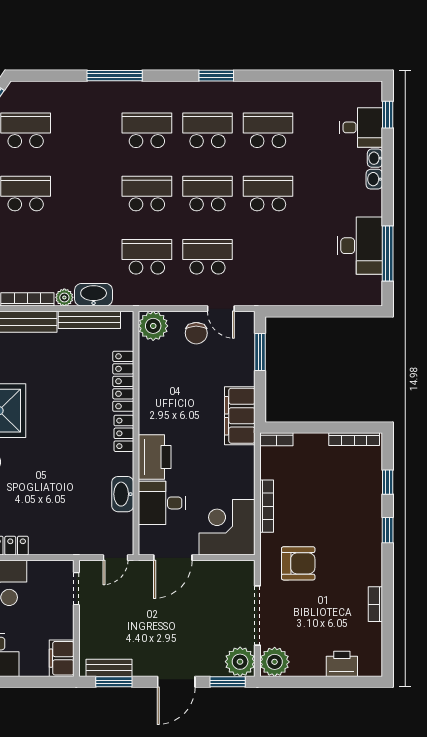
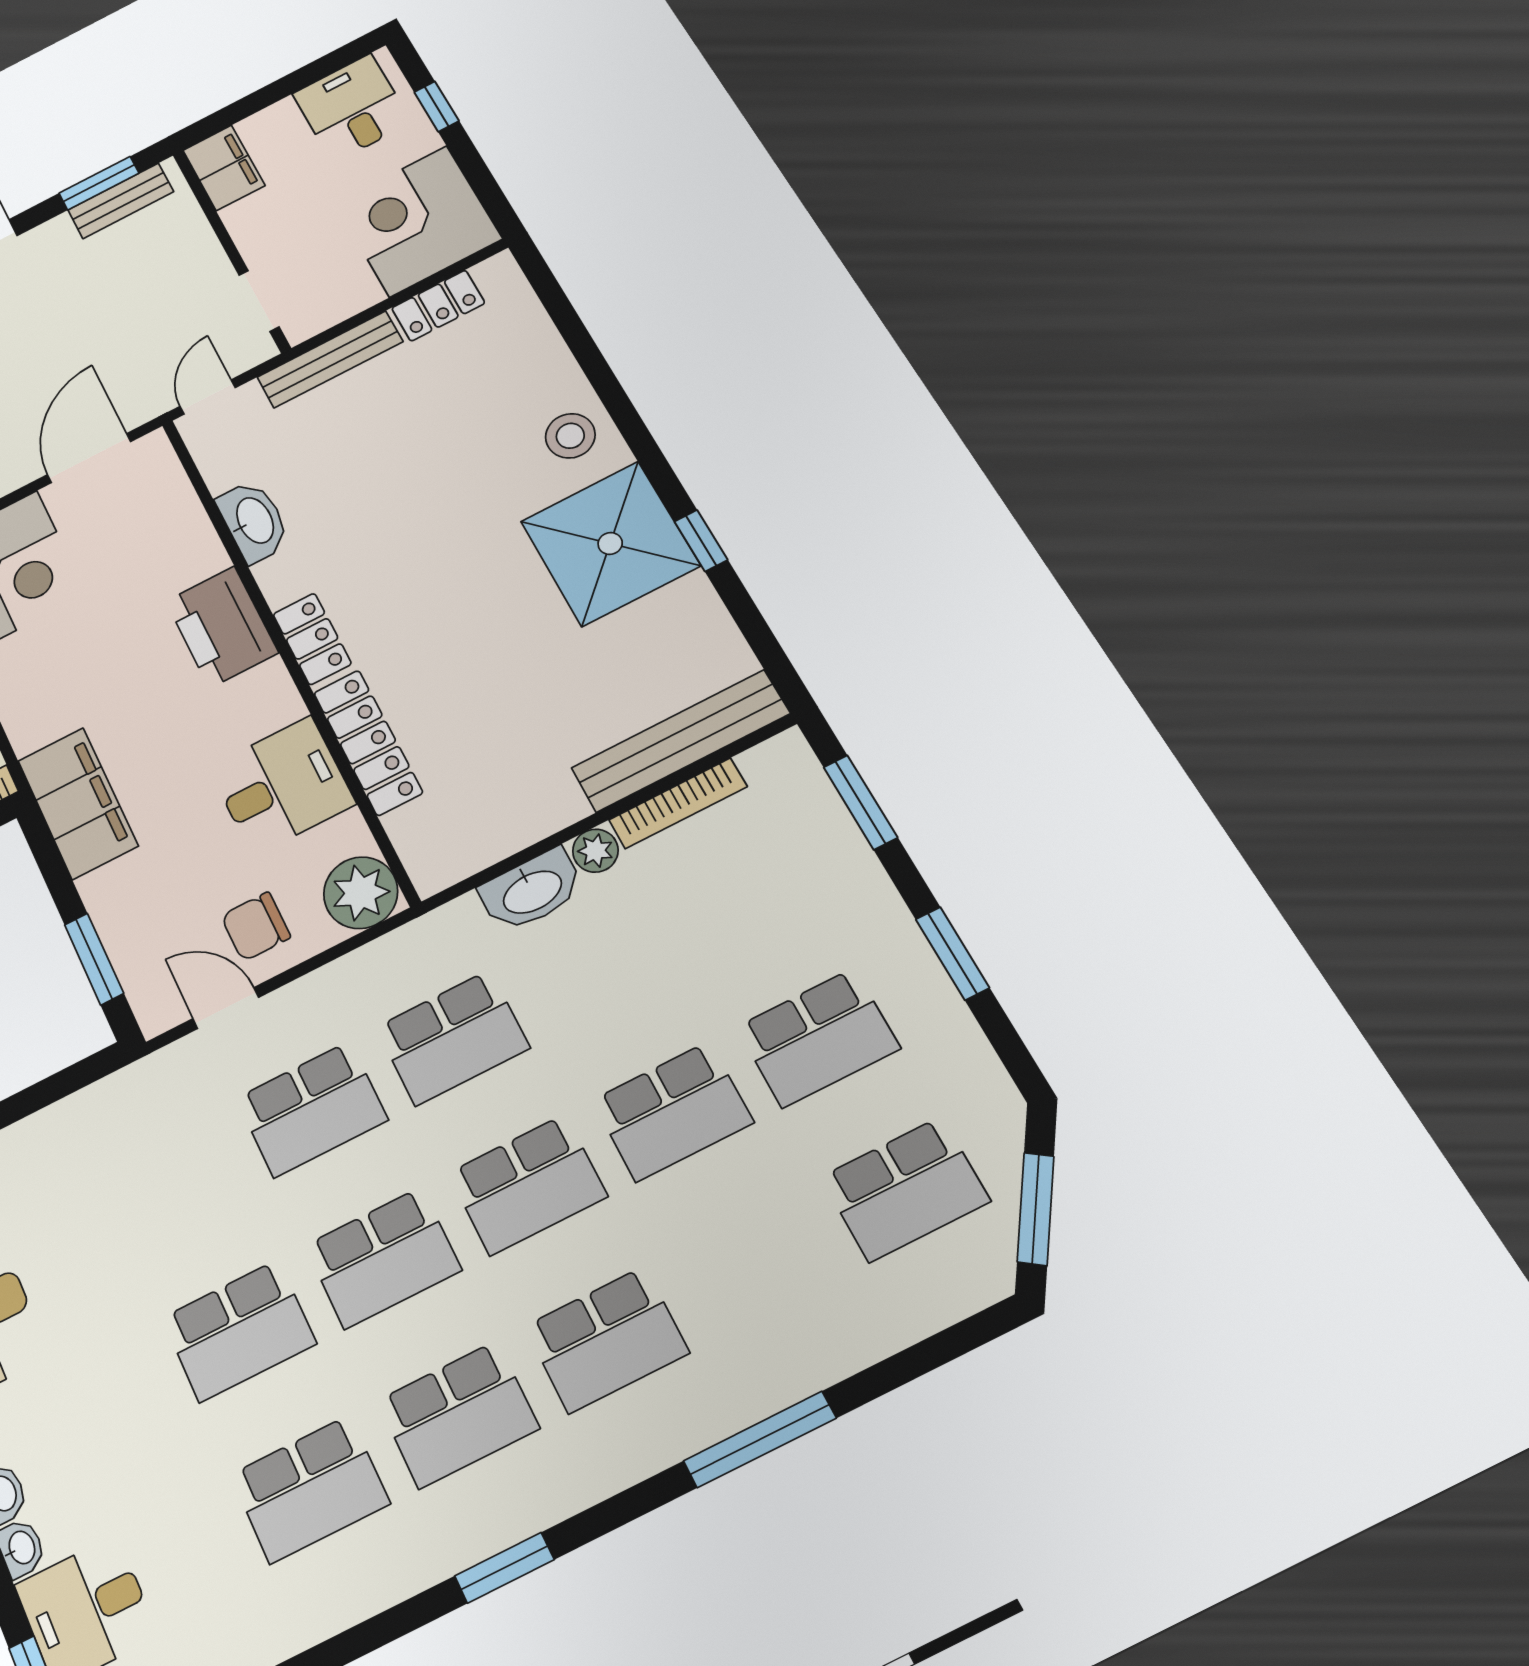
school desk: (86, 194) -> (673, 1111), added
bench: (89, 320) -> (330, 359), moved
chair: (196, 333) -> (256, 927), turned -90
desk: (162, 503) -> (282, 786), moved

